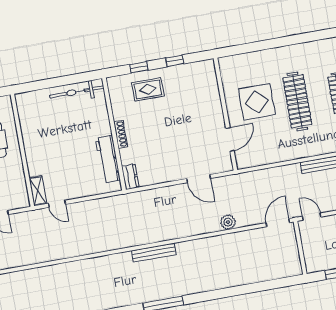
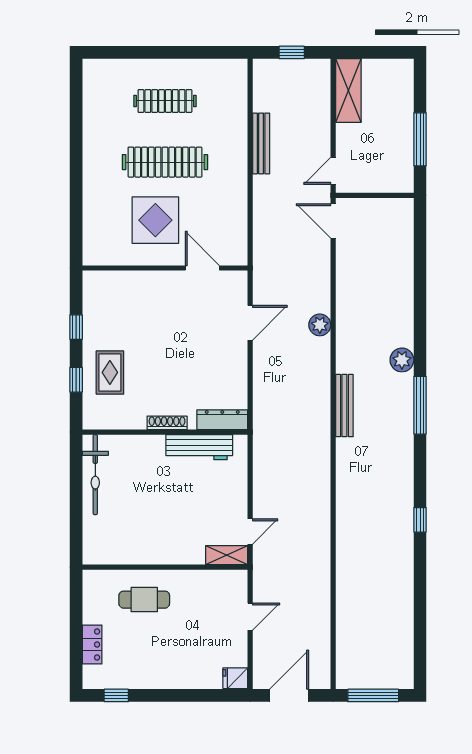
dresser: (130, 177) -> (222, 420), width x1.44
plant: (228, 222) -> (320, 325), moved
plant: (192, 286) -> (402, 360), added

